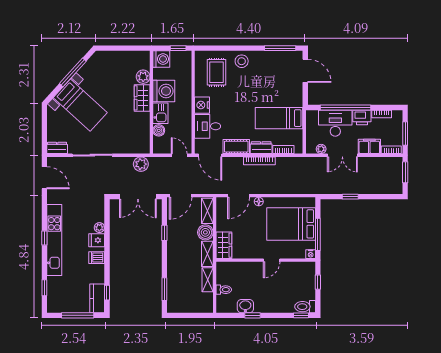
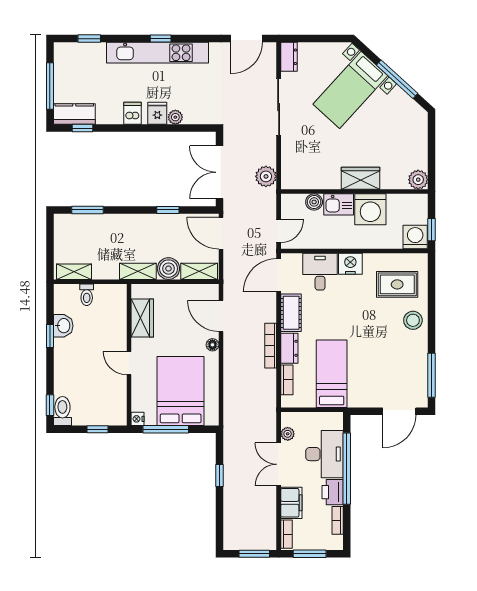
washing machine: (161, 59) -> (415, 237), moved, turned 180
plant: (143, 77) -> (418, 180), moved
wardrobe: (224, 245) -> (142, 318), moved, turned -90
shelving: (208, 280) -> (74, 272), moved

